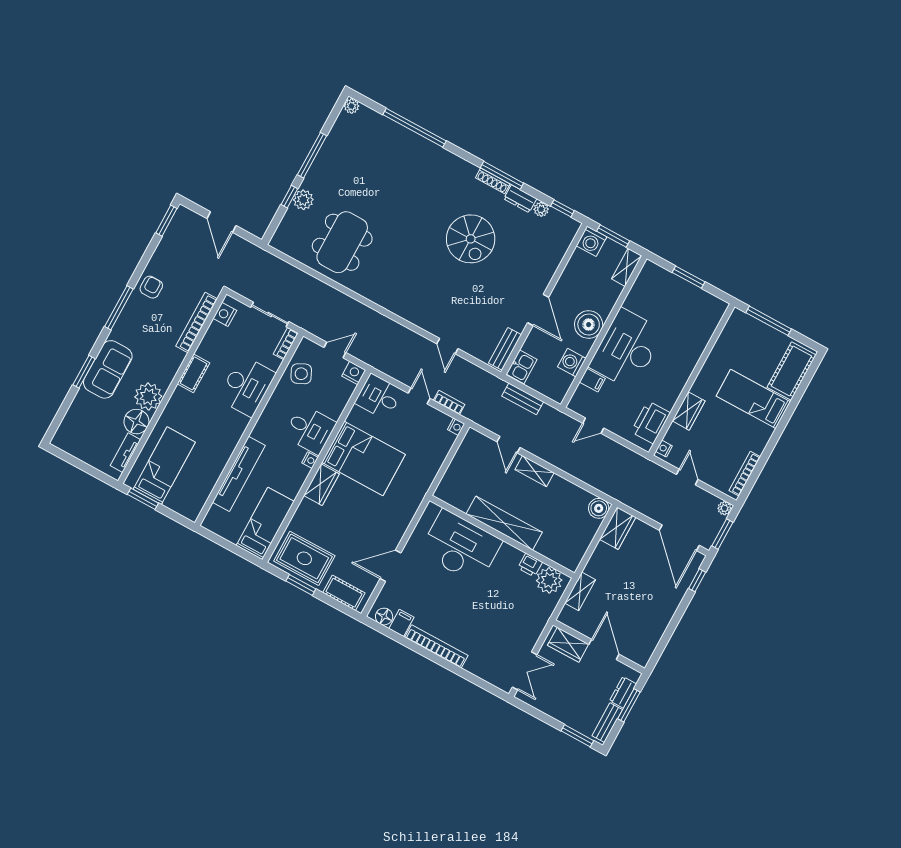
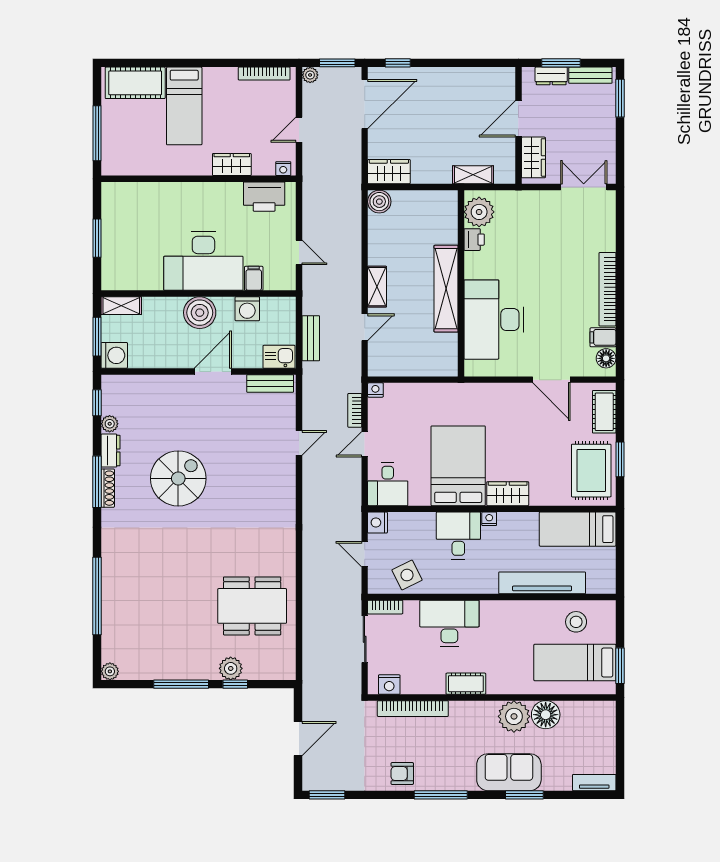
tv unit: (125, 453) -> (594, 783), moved, turned 180
stool: (195, 484) -> (576, 622), added

